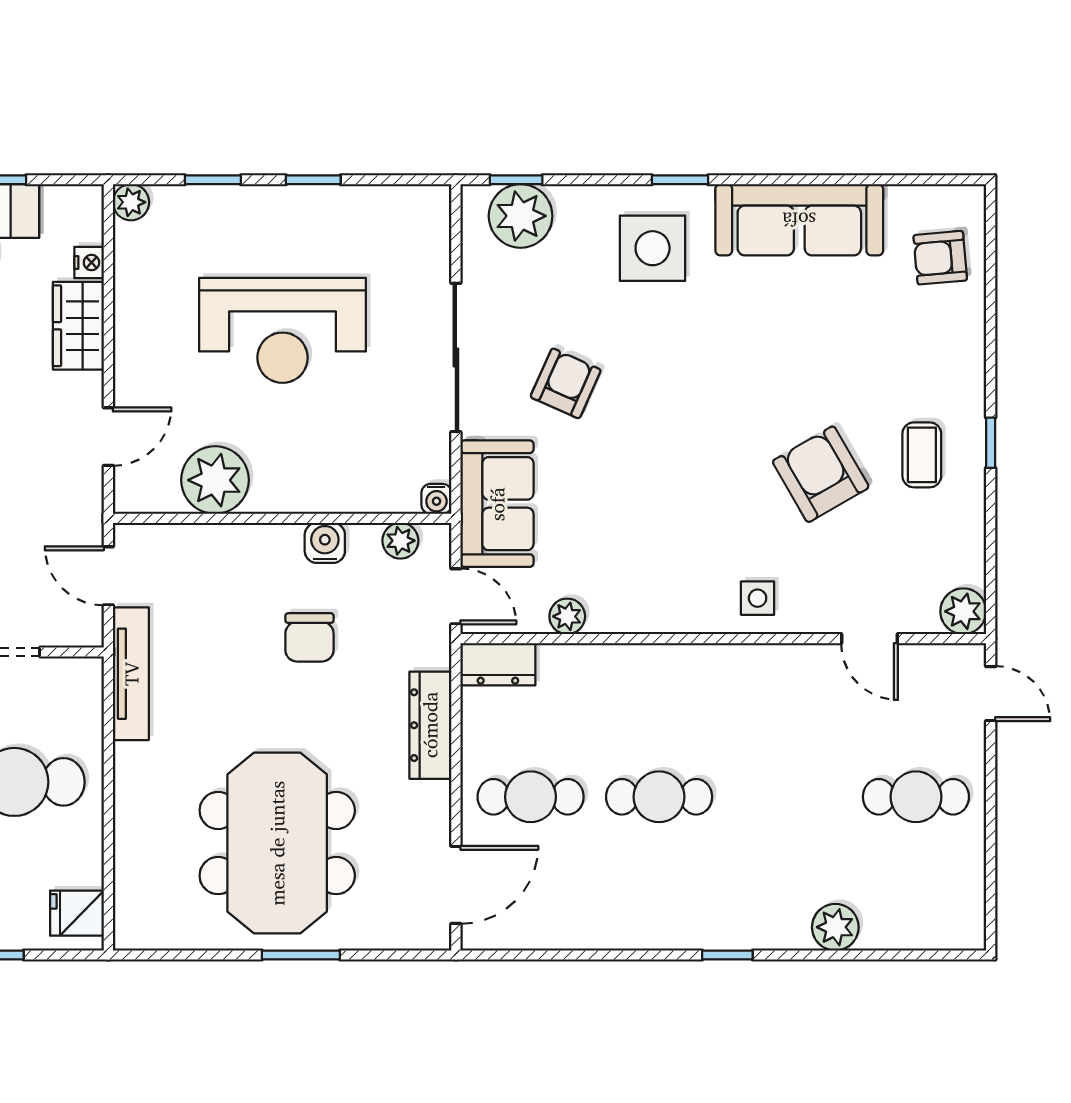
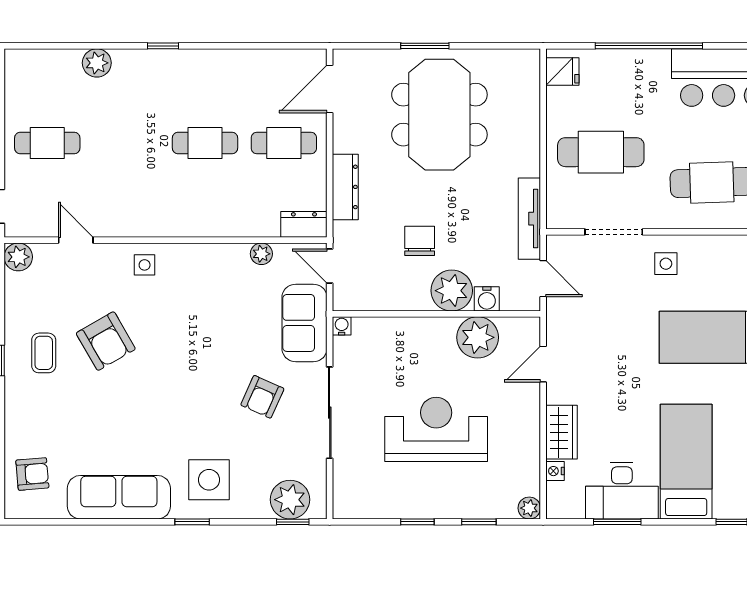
plant: (400, 541) -> (452, 291), moved, width x1.88, depth x1.88
water cooler: (325, 543) -> (487, 299), moved

